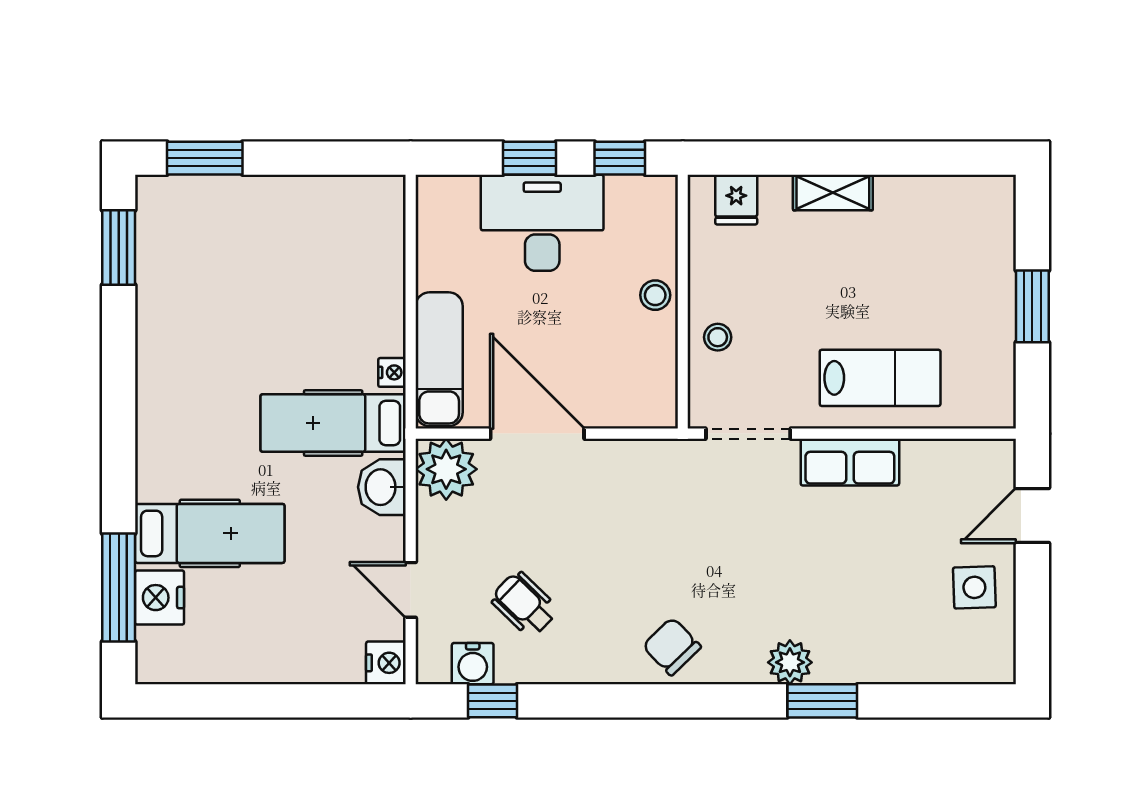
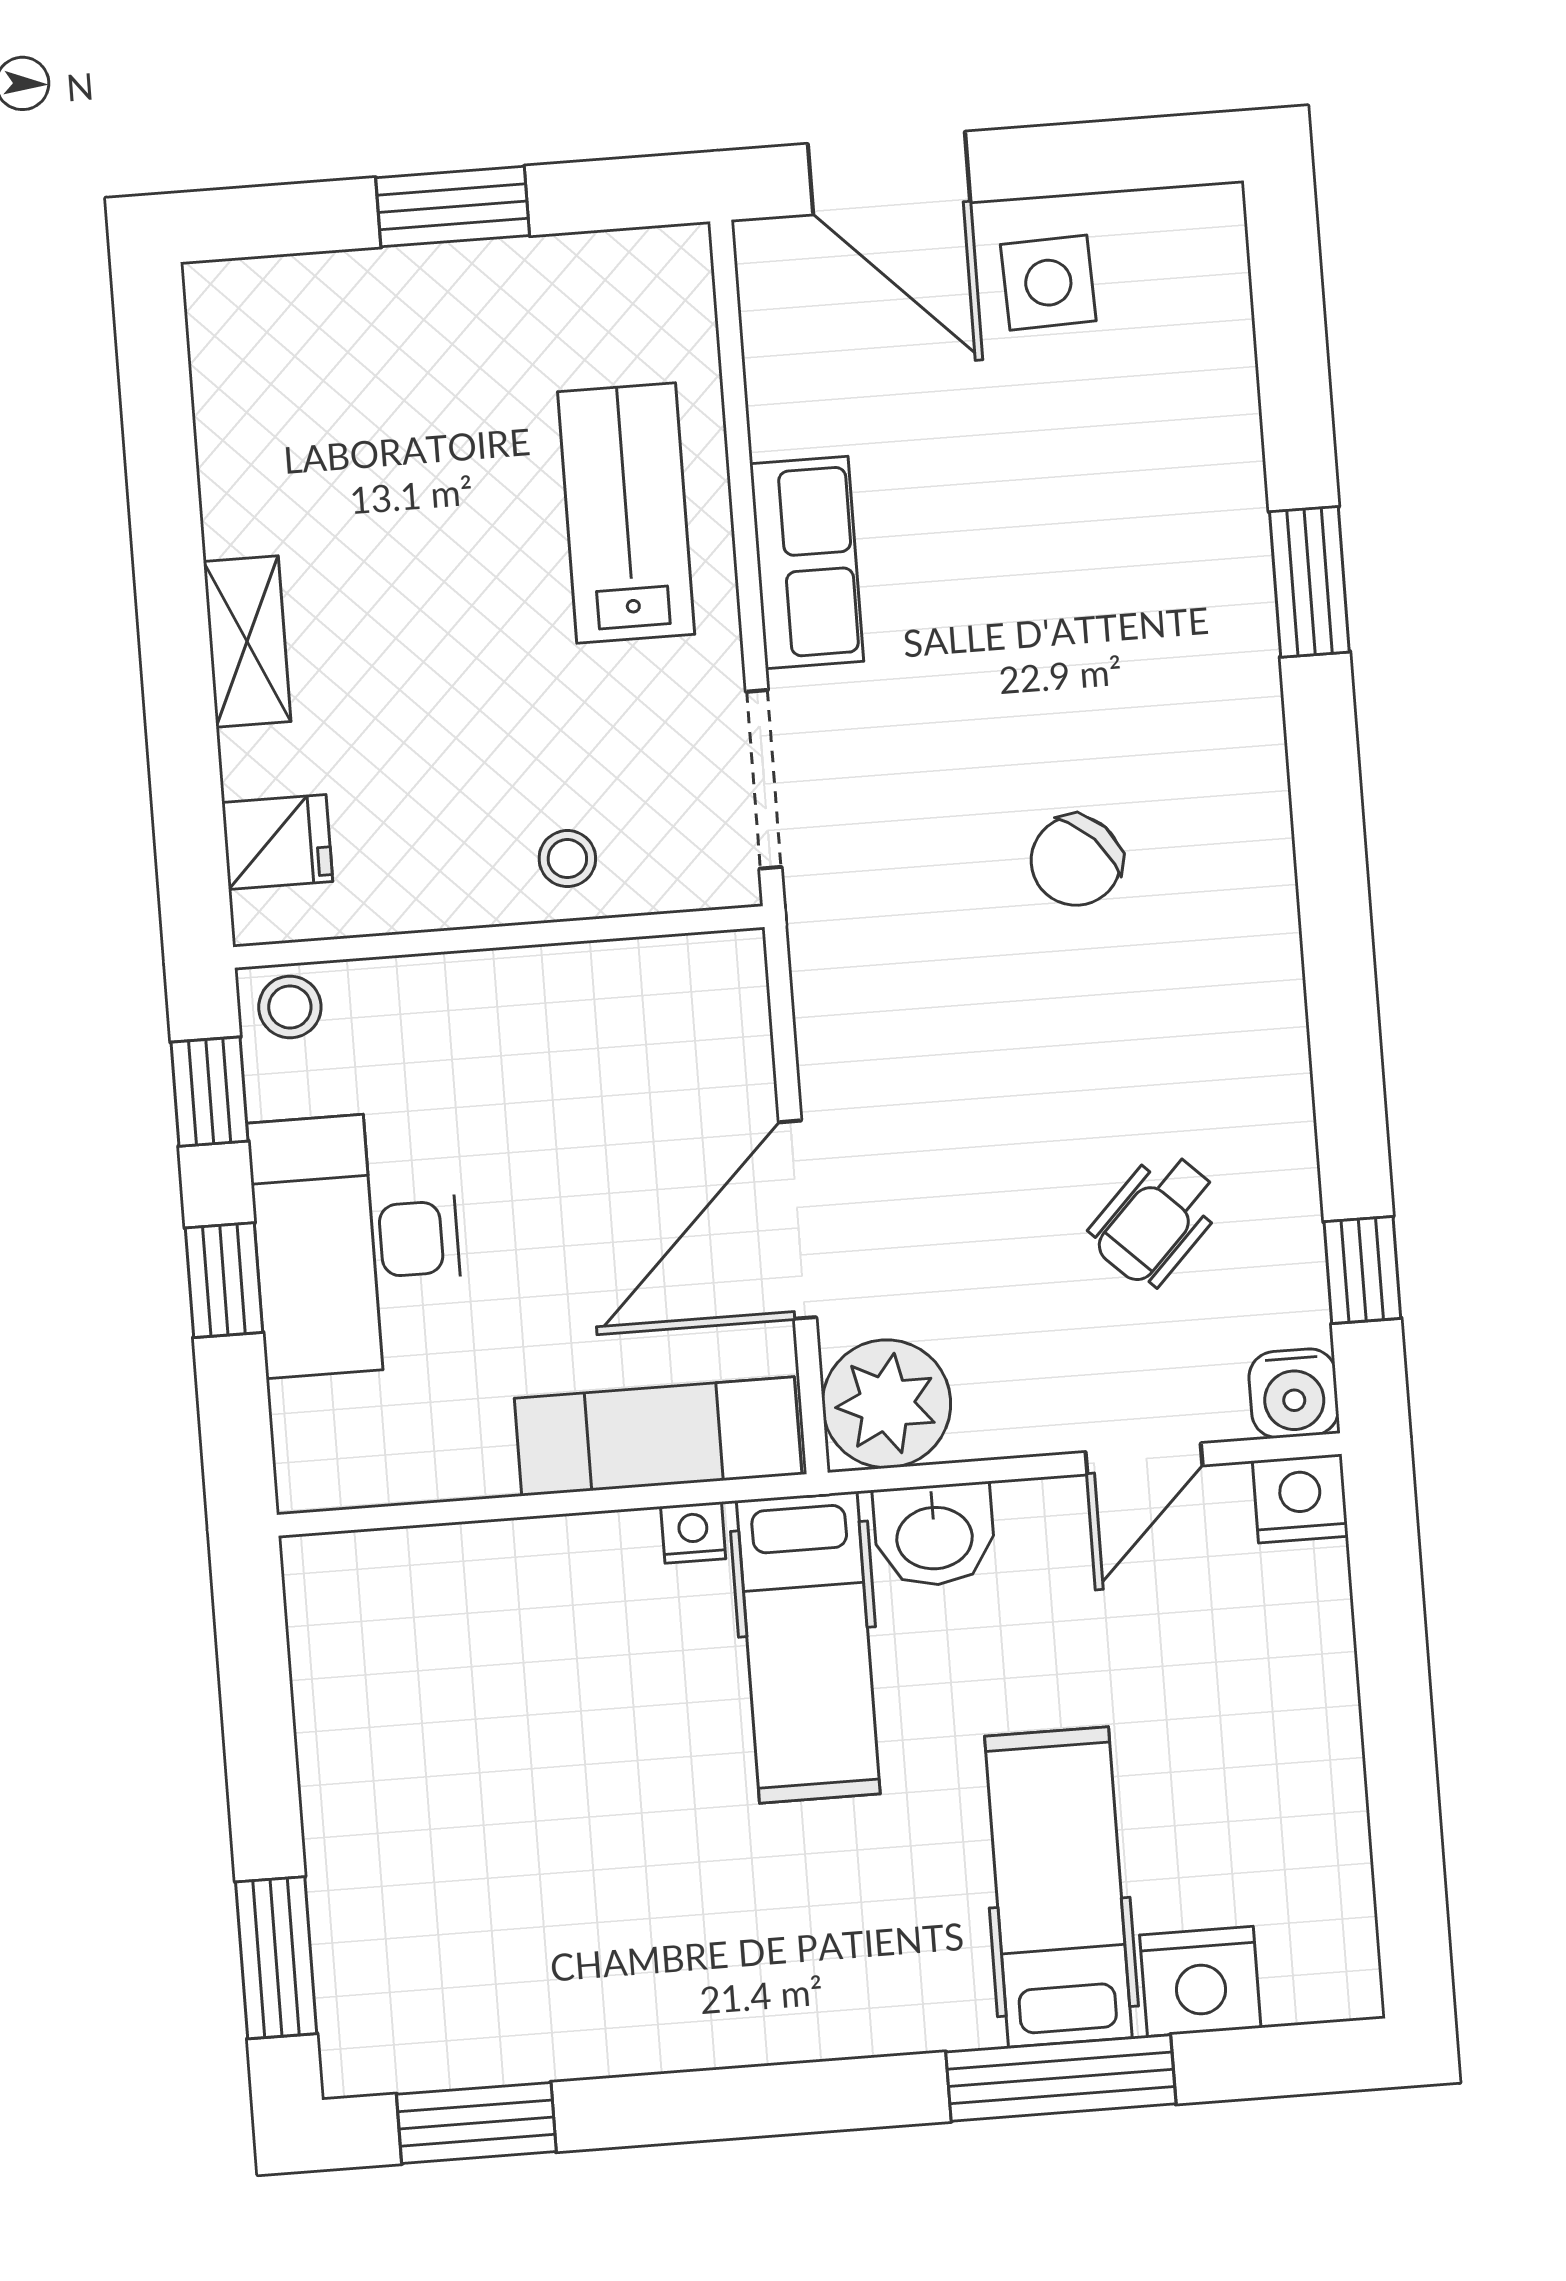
stool: (655, 295) -> (290, 1007), moved
door: (1032, 515) -> (889, 173), width x1.38
window: (119, 587) -> (1061, 2078), moved
chair: (672, 646) -> (1076, 861), moved
plant: (790, 662) -> (1234, 656), removed
water cooler: (473, 664) -> (1294, 1393), moved, turned 90

